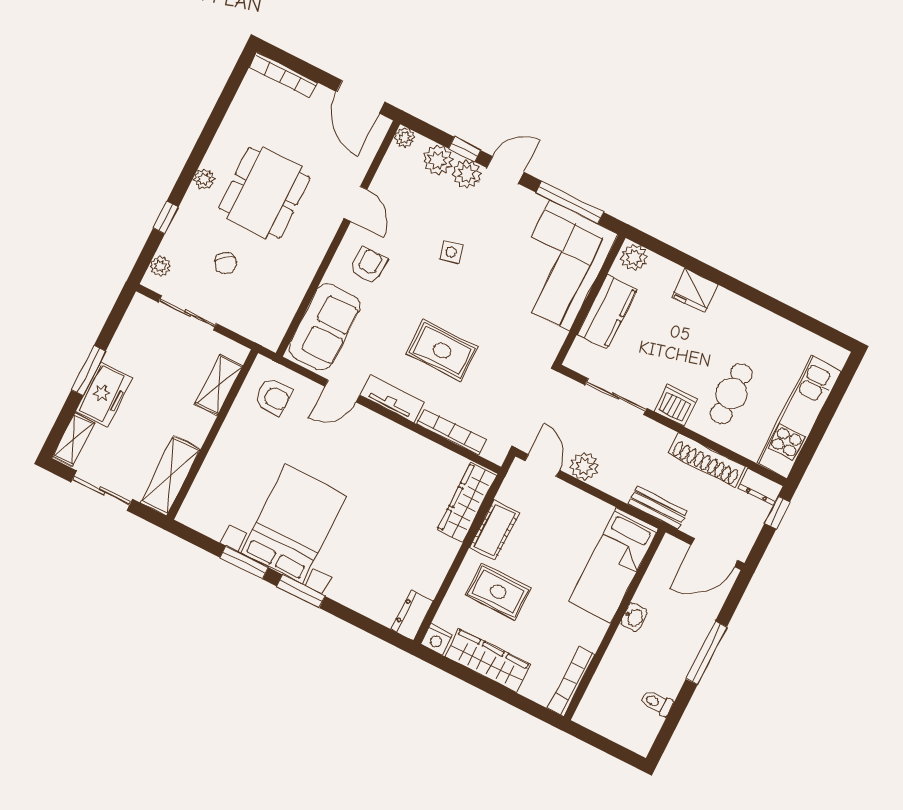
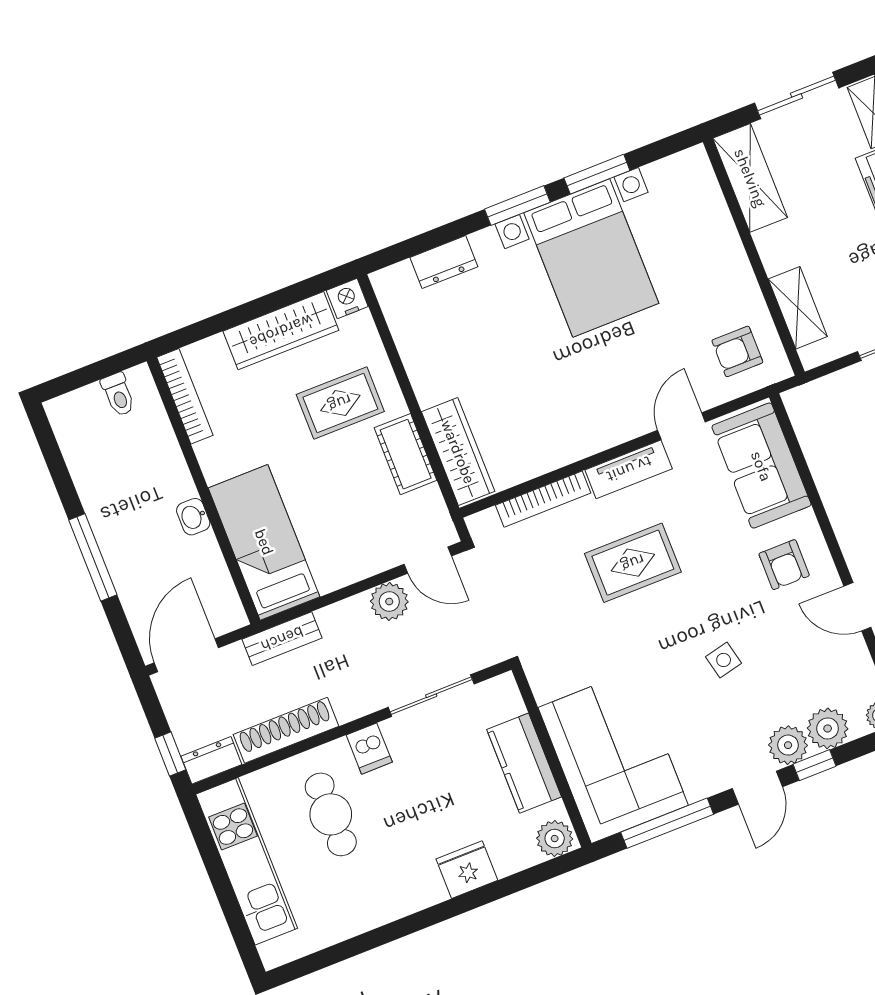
dishwasher: (676, 405) -> (369, 749), width x0.73
dresser: (412, 615) -> (444, 262), moved, turned 90
toilet: (657, 703) -> (118, 394), moved, turned 90

